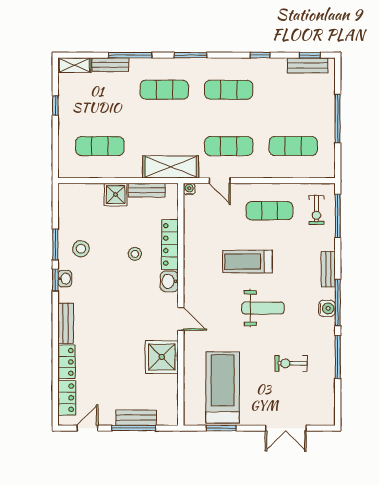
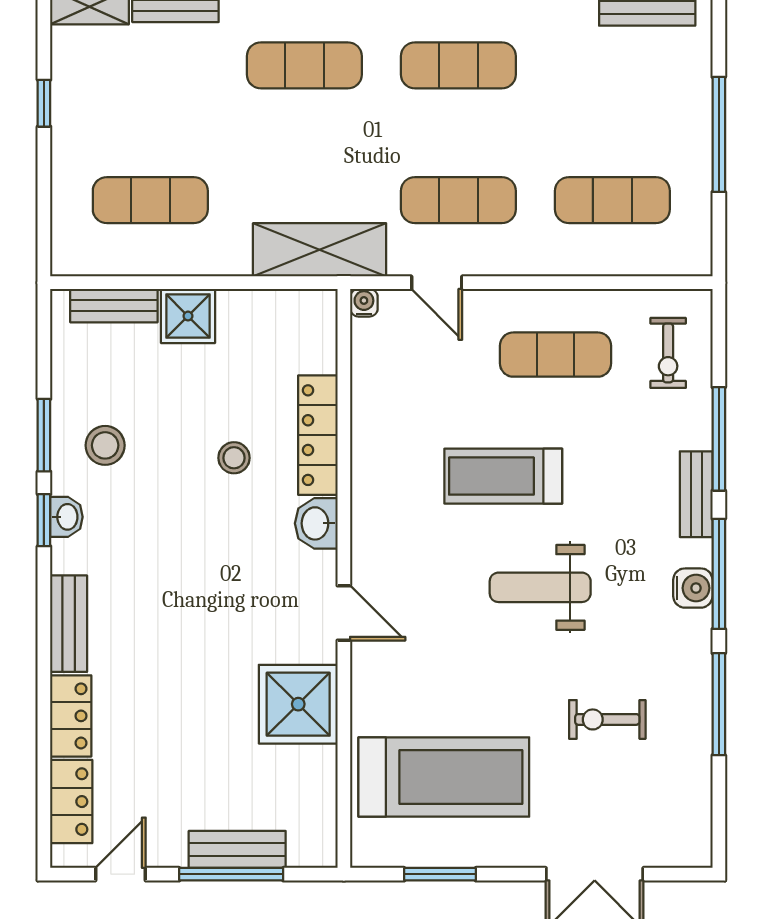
bench: (147, 190) -> (114, 306), moved
window: (338, 216) -> (719, 439), moved
weight bench: (263, 308) -> (540, 587), turned 180
treadmill: (223, 387) -> (444, 777), turned 90

